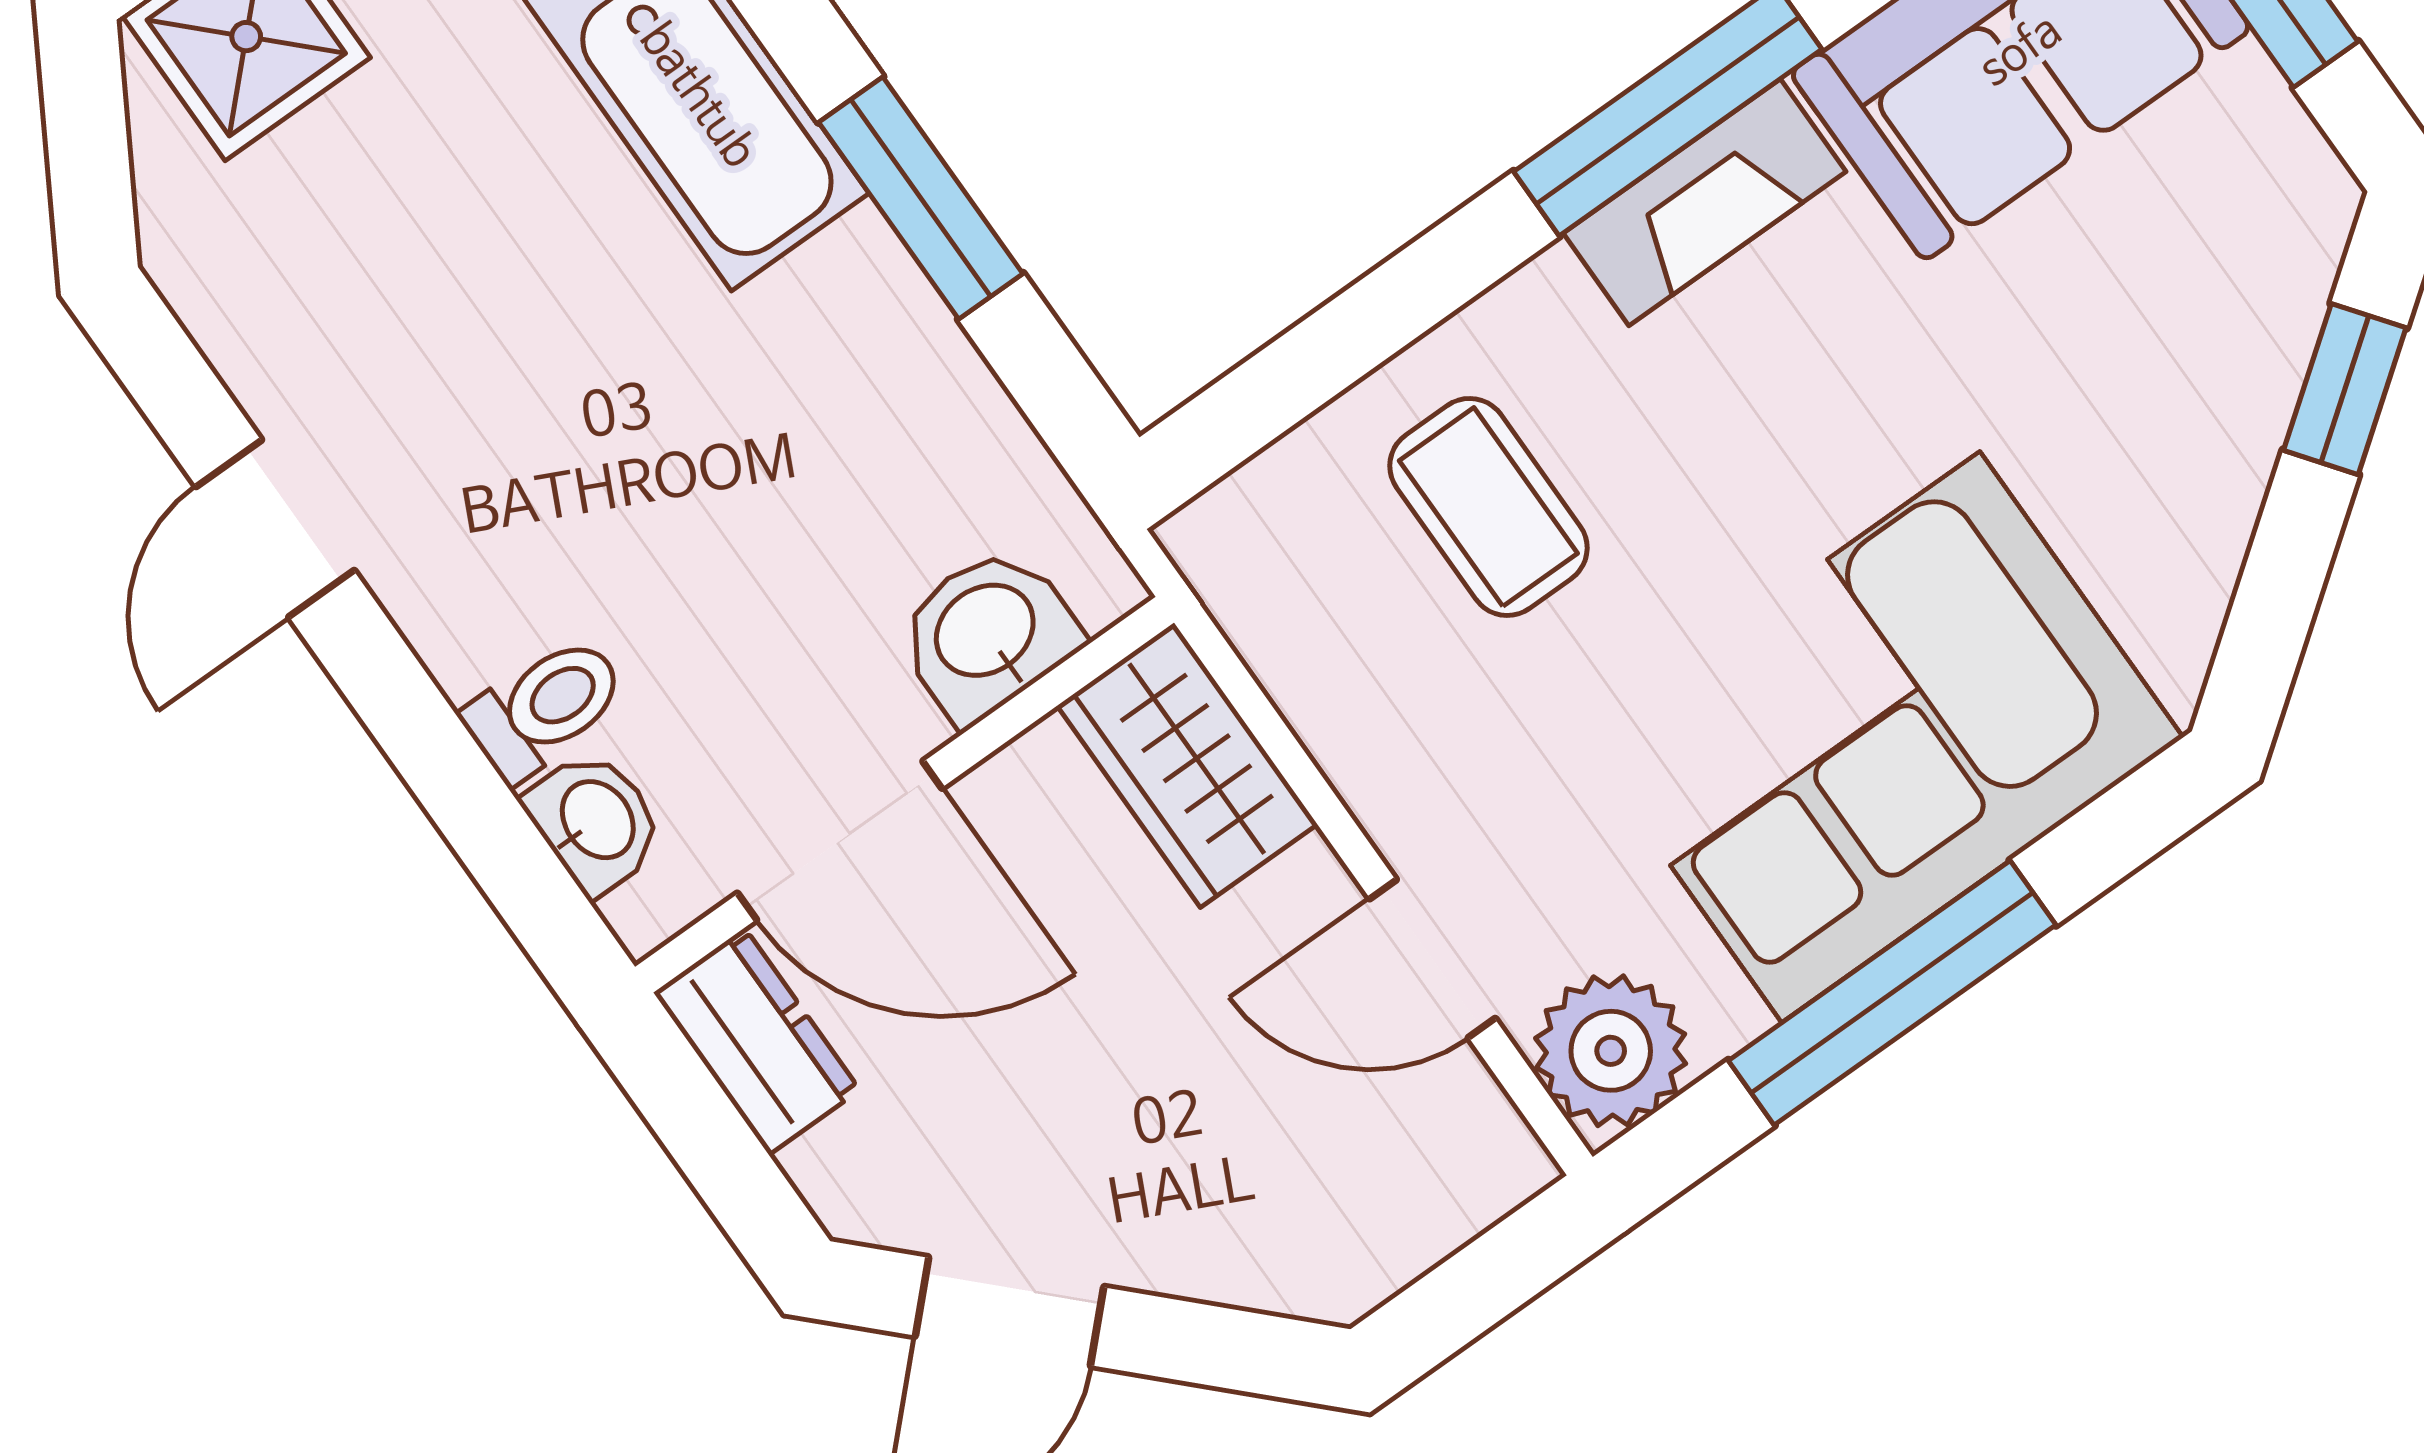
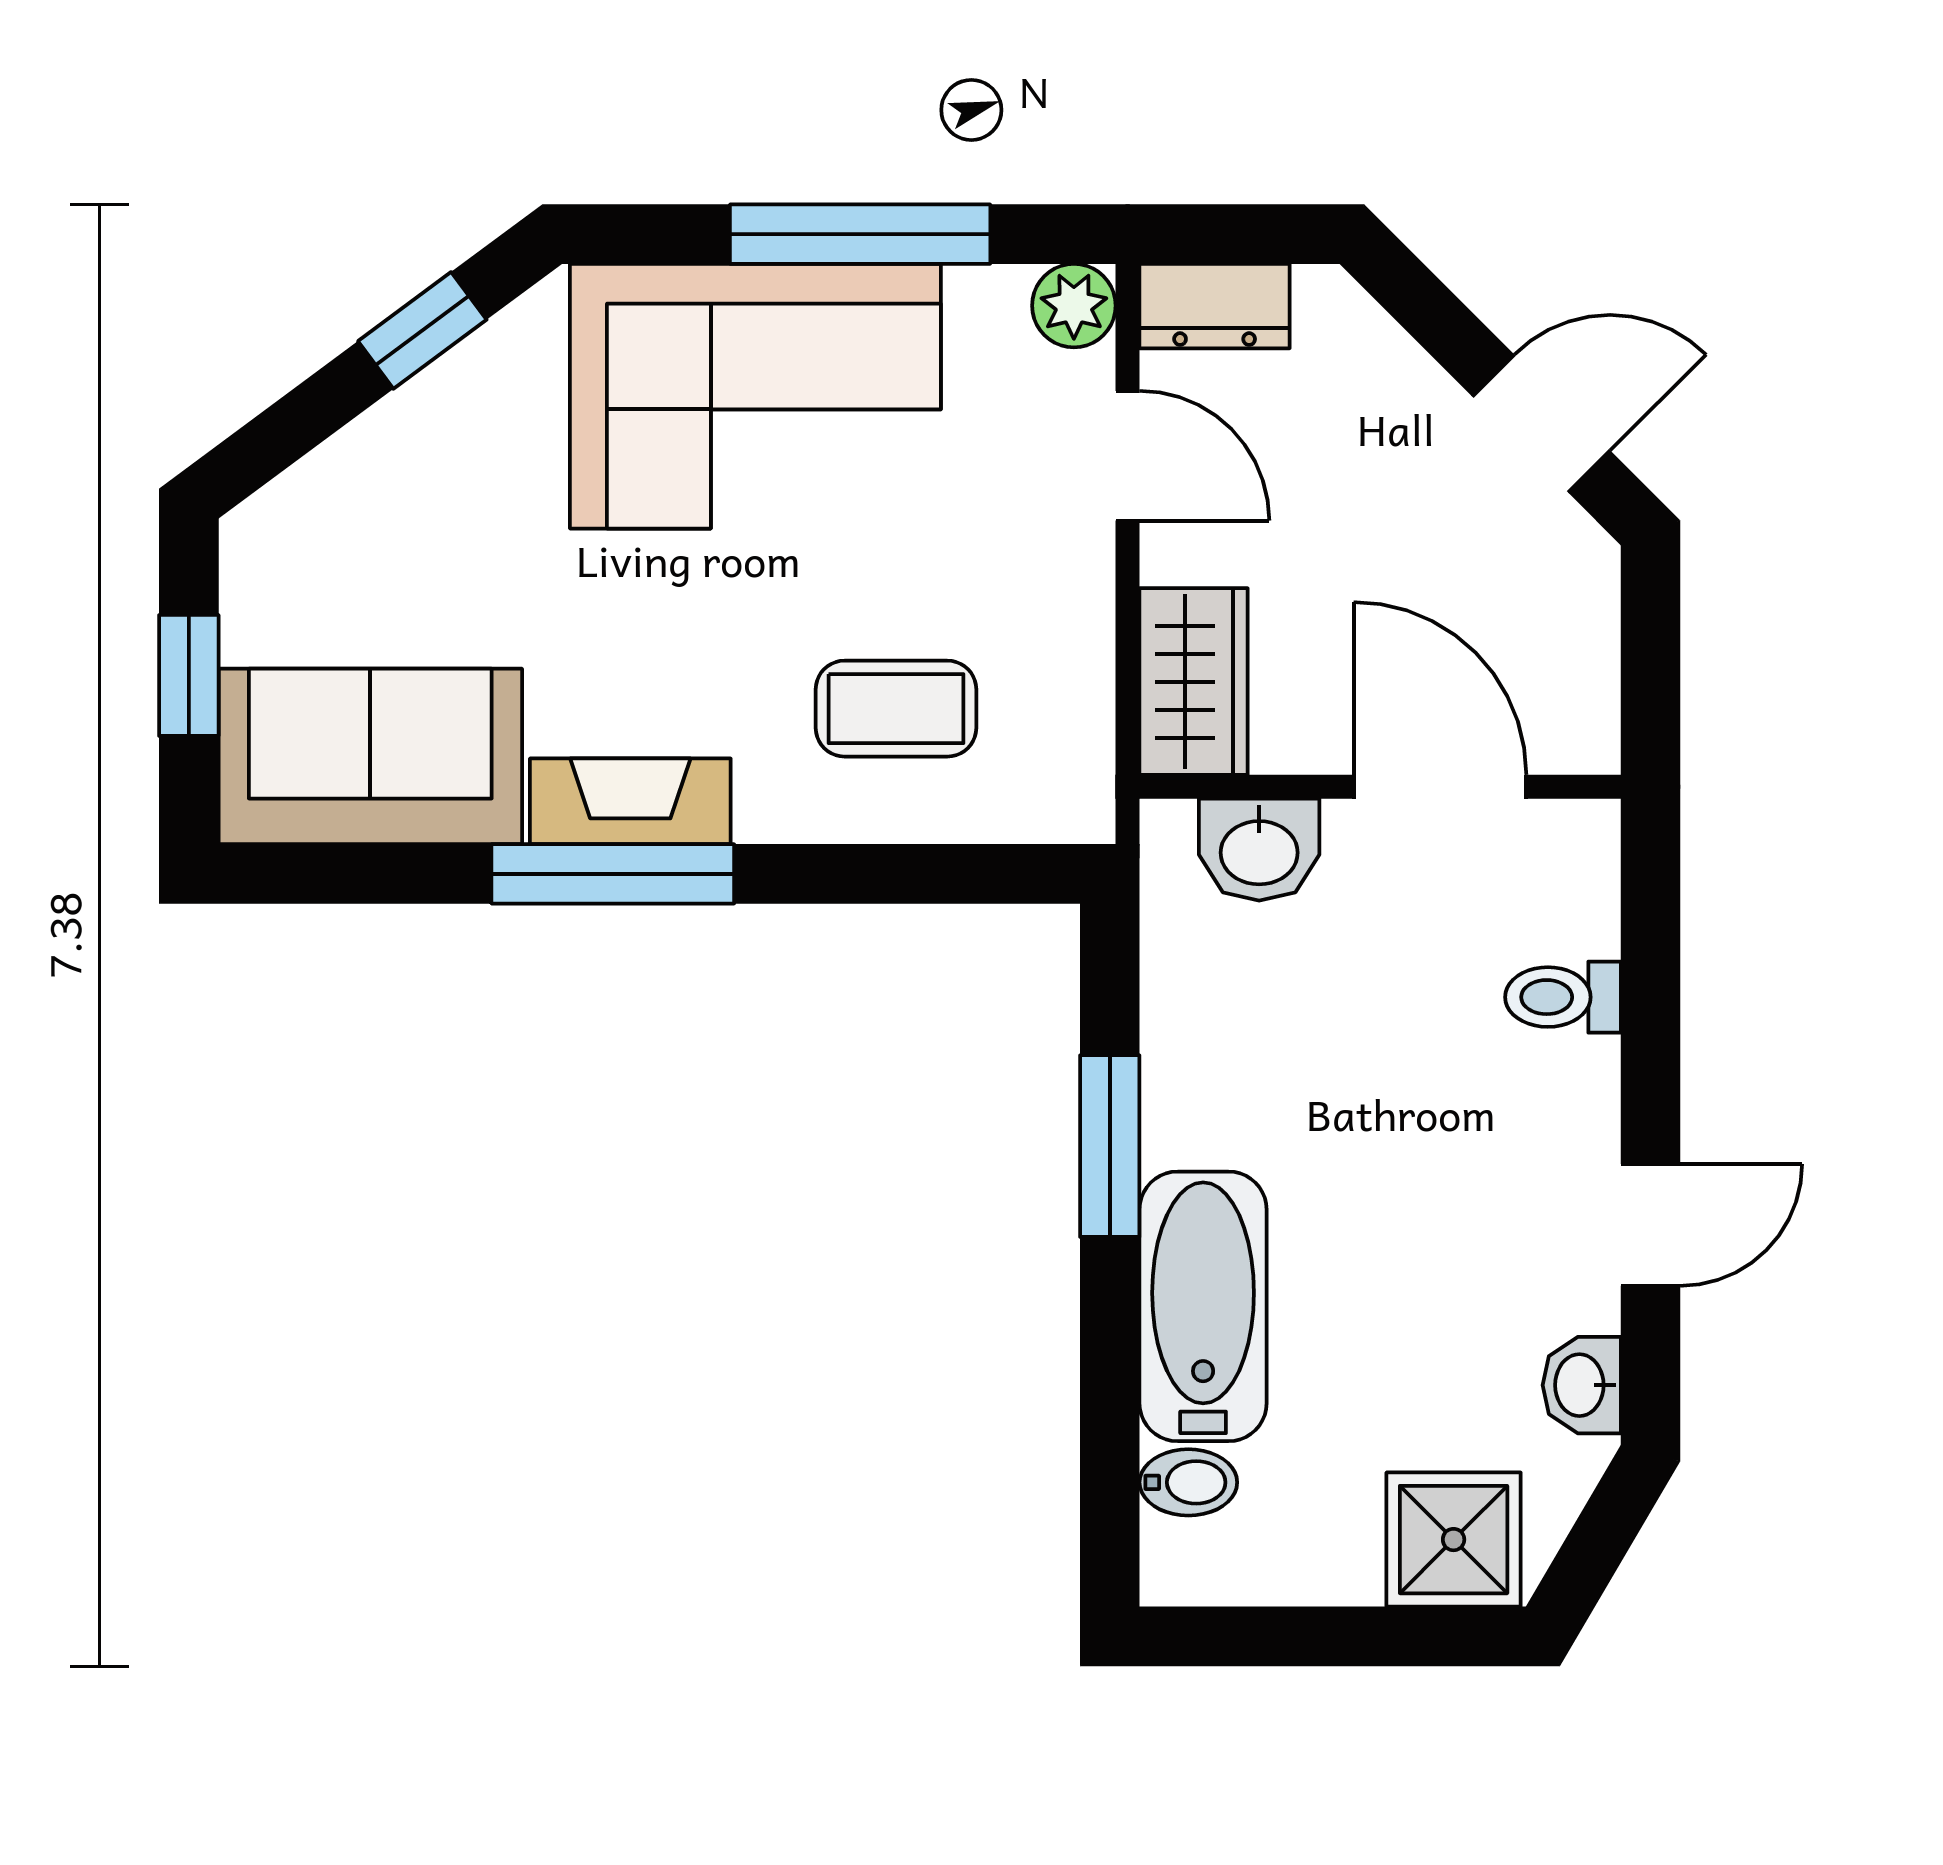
window: (2345, 389) -> (422, 330), moved
coffee table: (1488, 507) -> (896, 709), turned 90
washbasin: (595, 821) -> (1582, 1385), moved
dresser: (757, 1041) -> (1215, 306), moved, turned -90
plant: (1611, 1051) -> (1074, 306), width x0.73, depth x0.73

